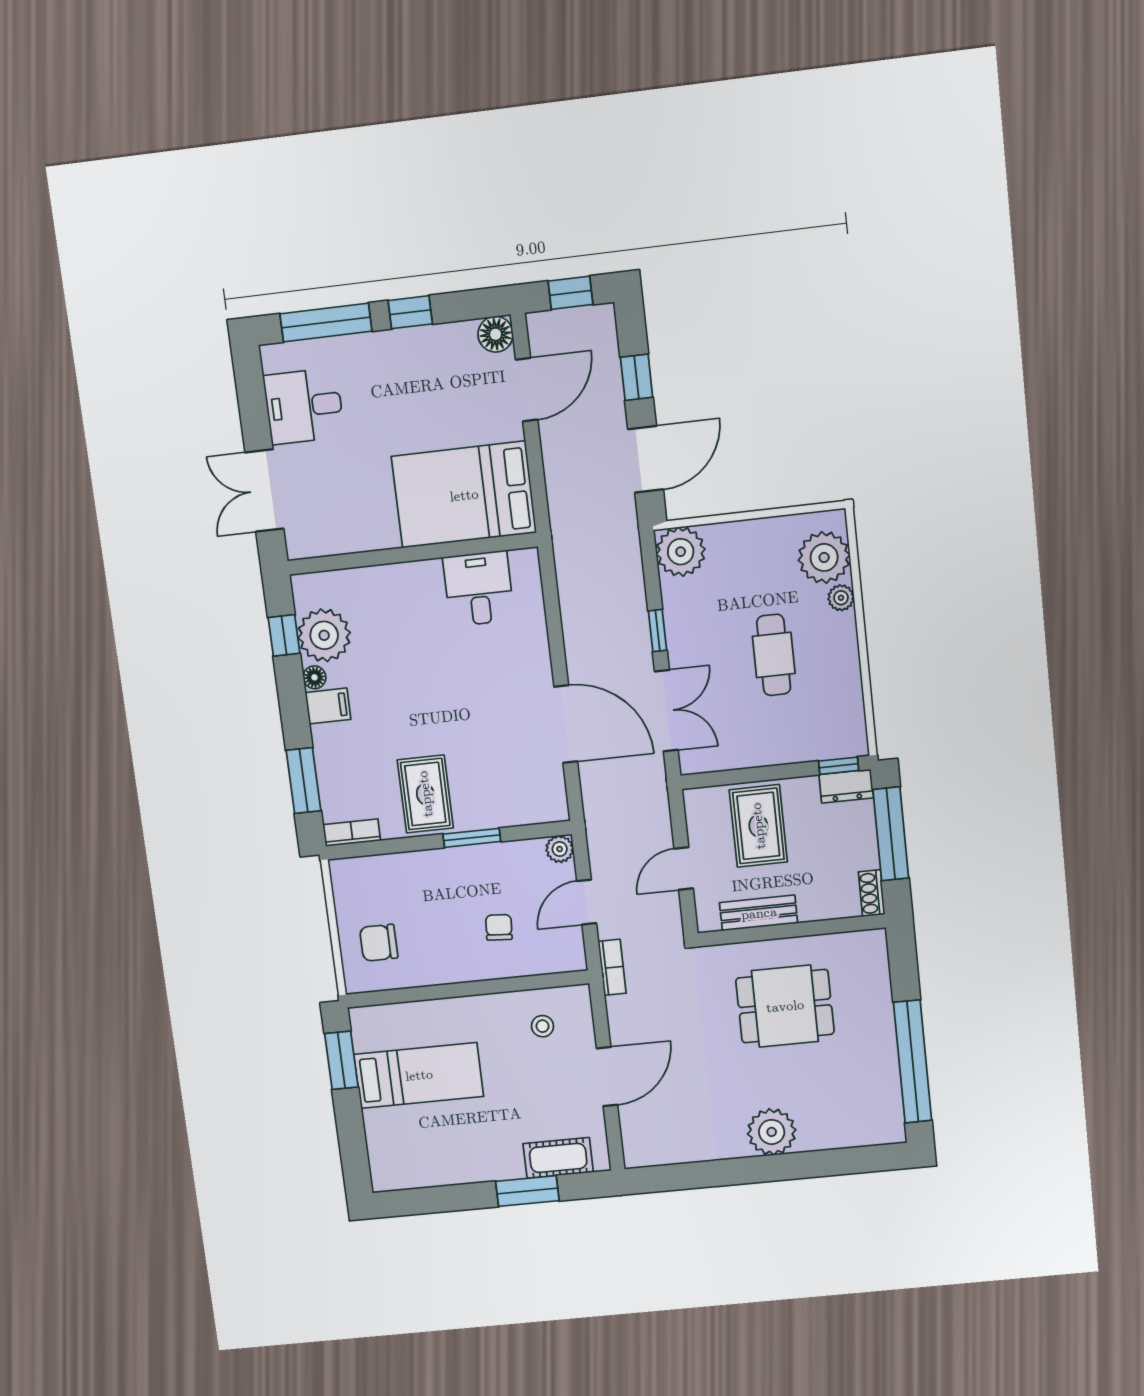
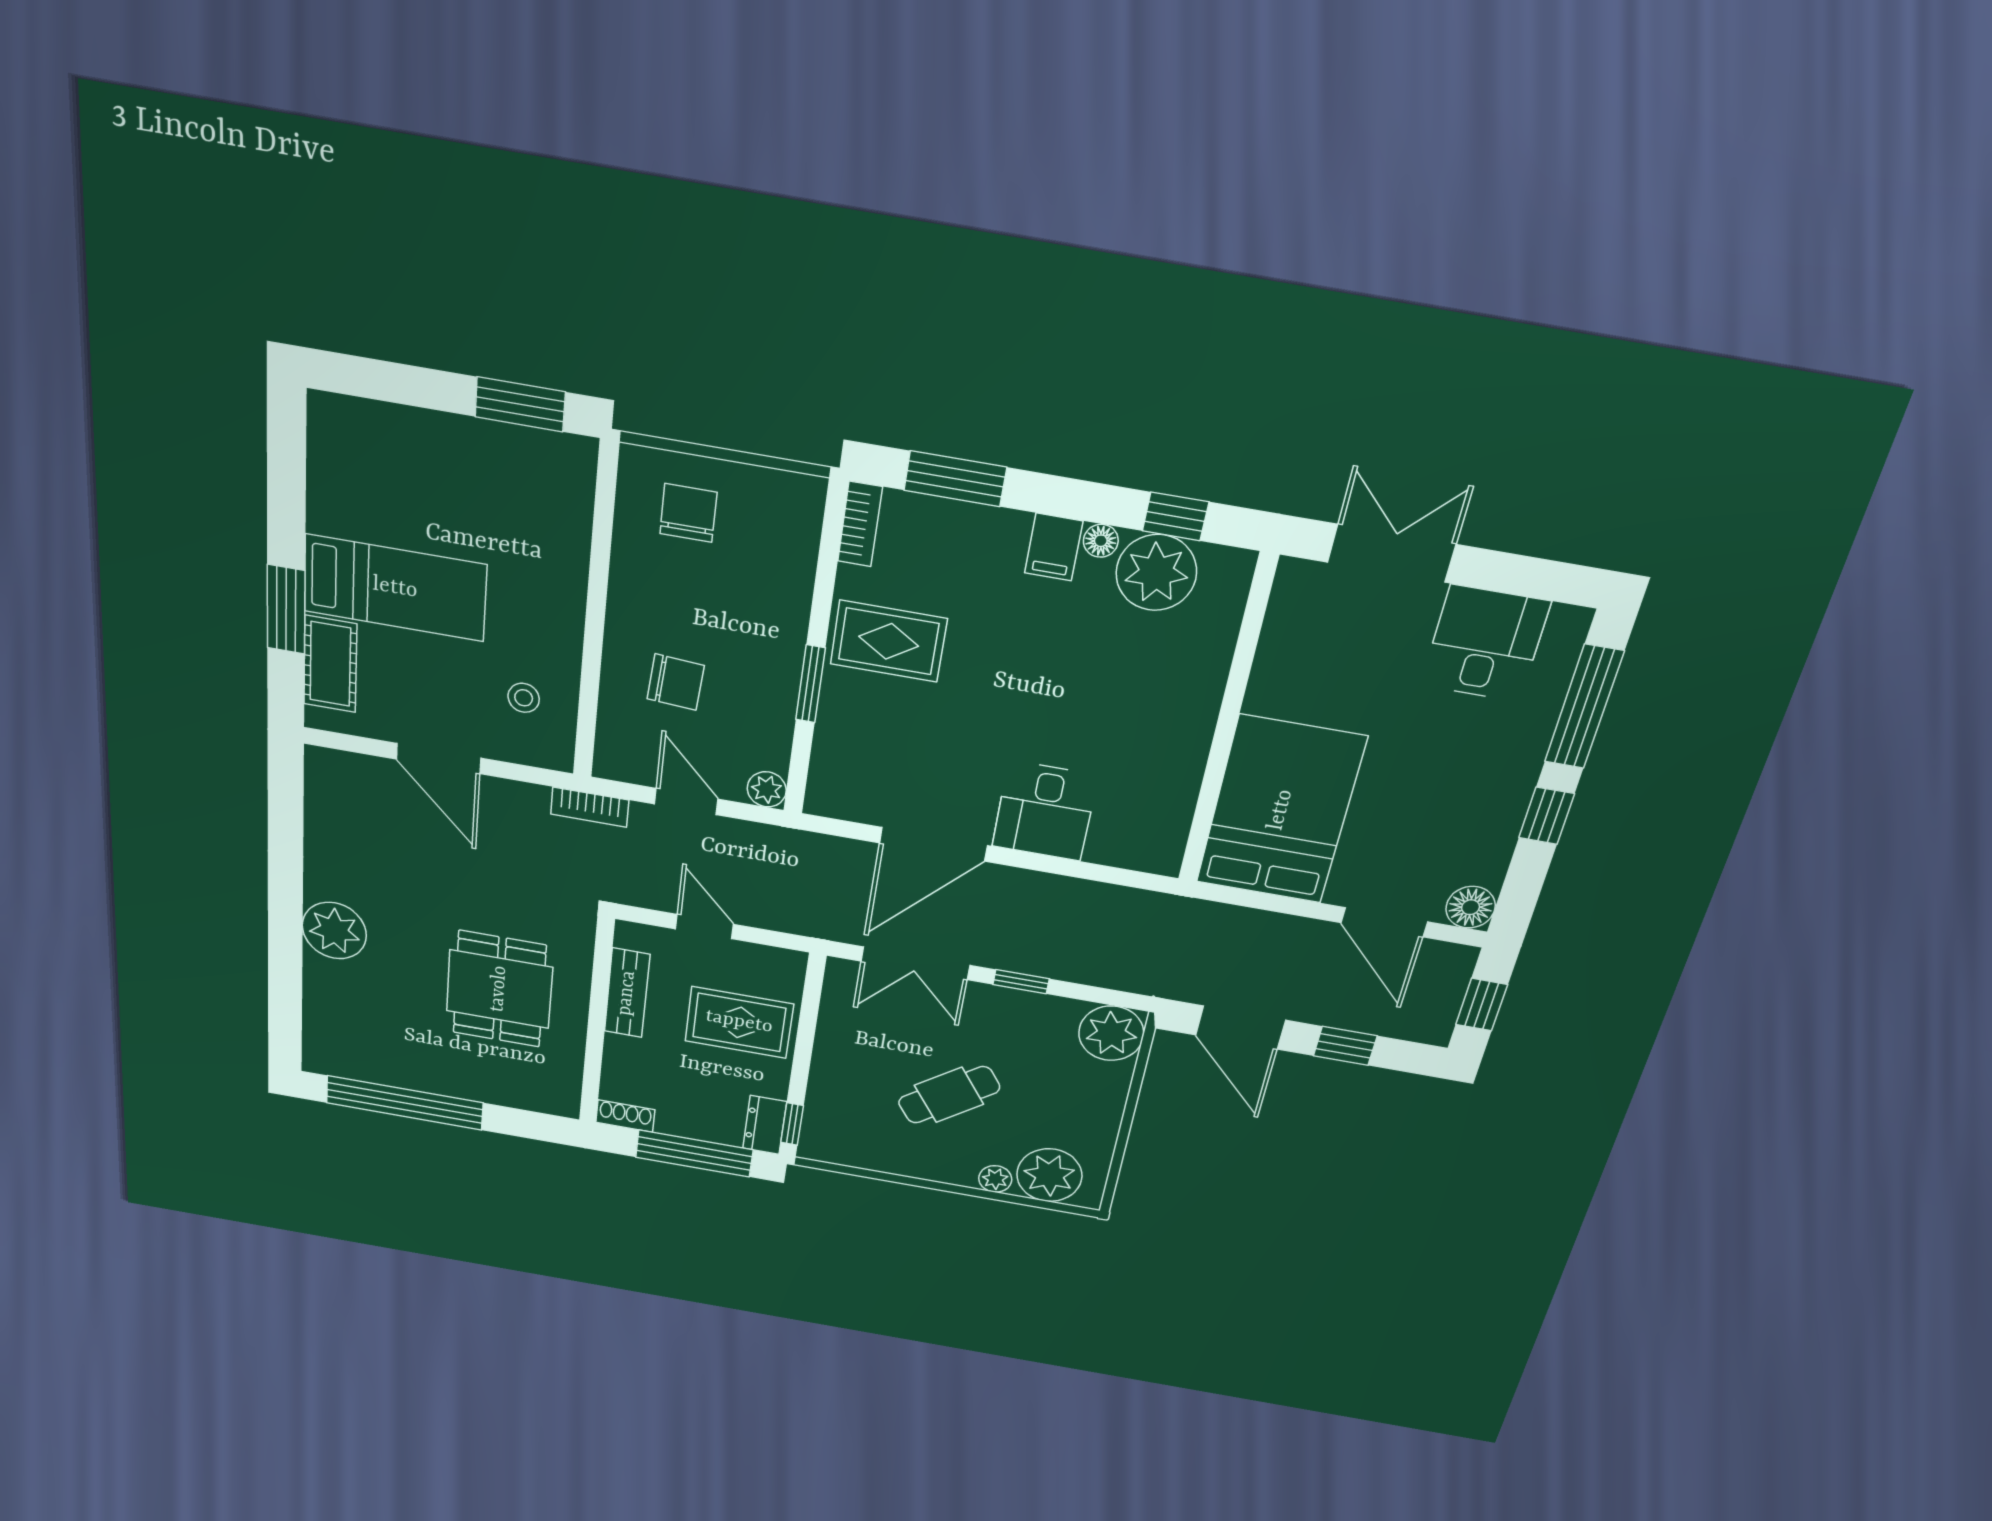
desk: (479, 589) -> (1045, 811), moved, turned 90
cafe table: (774, 655) -> (949, 1095), turned -36
chair: (499, 927) -> (676, 682), width x1.37, depth x1.37
bed: (419, 1075) -> (395, 588), moved, turned -90

